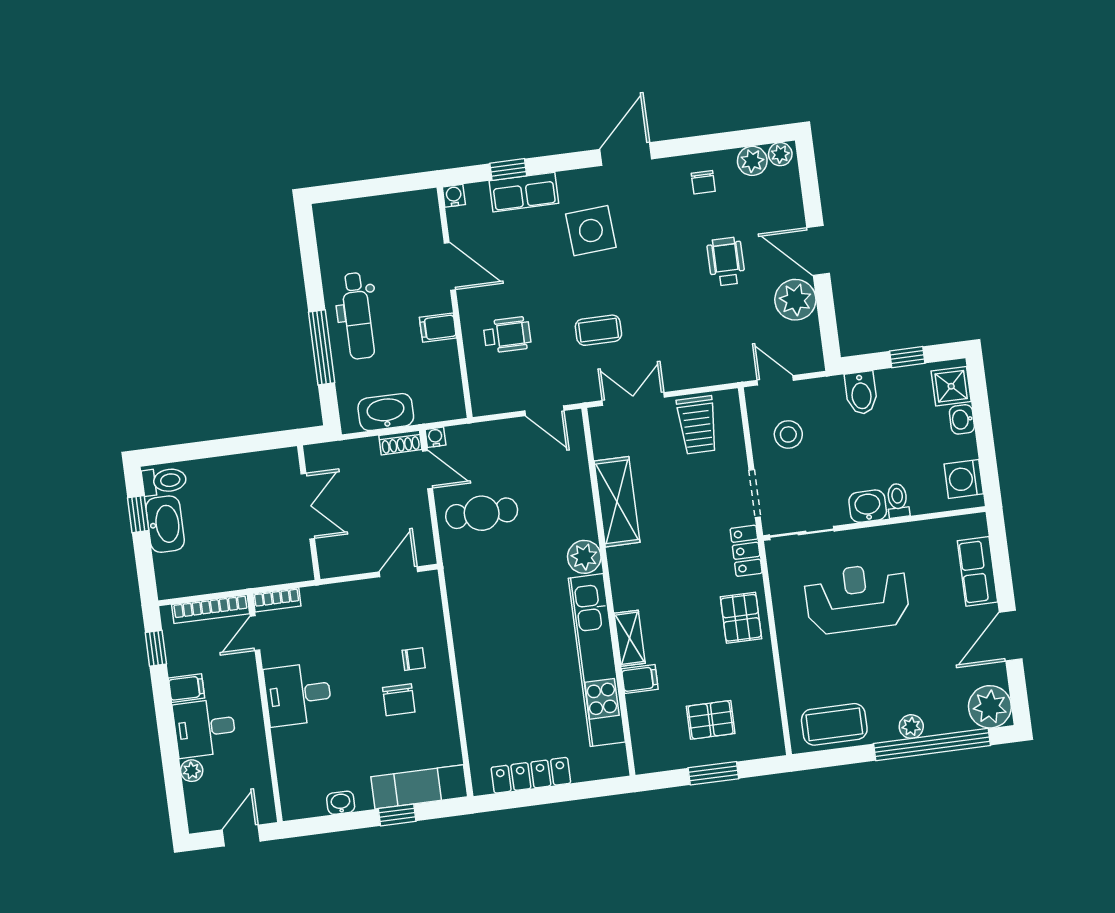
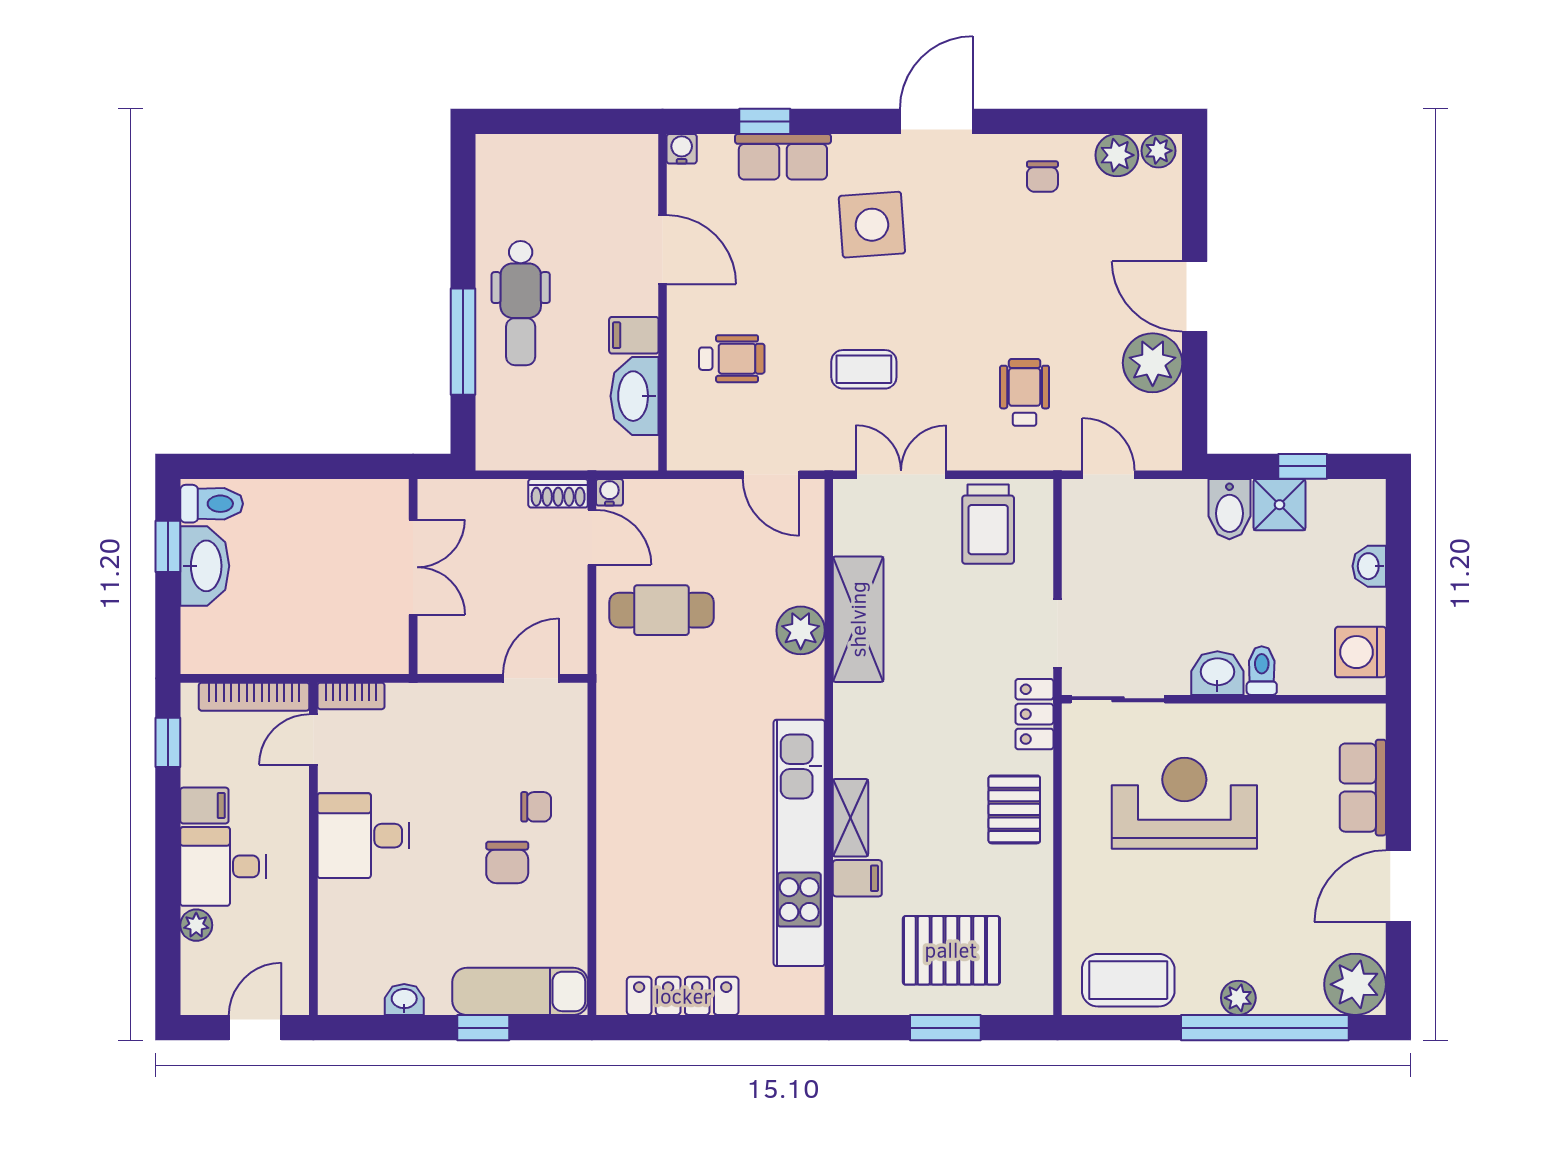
wheelchair: (726, 262) -> (1025, 392), moved
shower: (951, 386) -> (1279, 505), moved
washbasin: (386, 412) -> (635, 396), moved, turned -90
stool: (788, 434) -> (1117, 555), removed
plant: (584, 557) -> (801, 630), moved
pallet: (711, 720) -> (951, 950), width x1.50, depth x1.42

